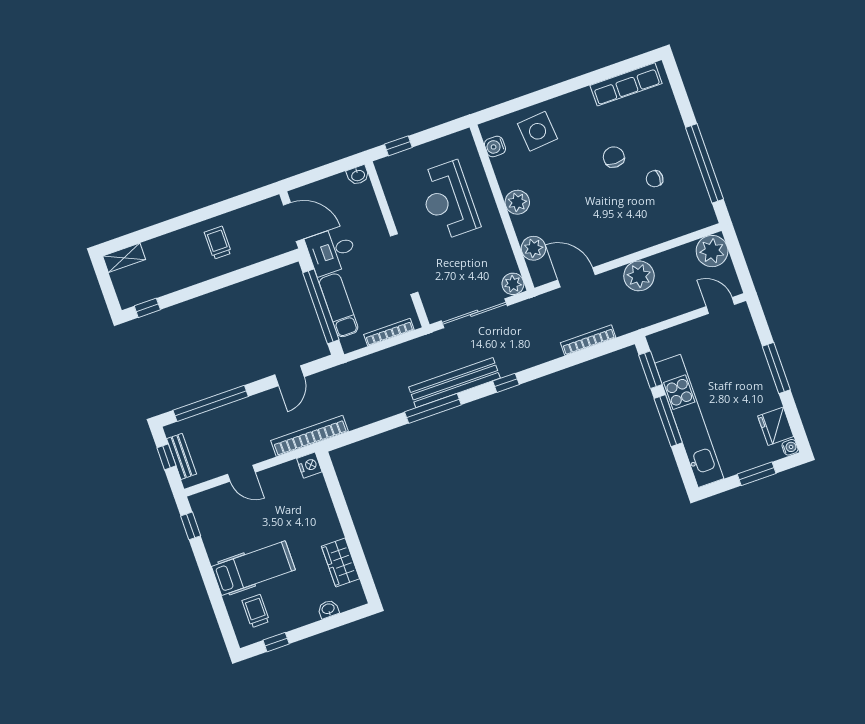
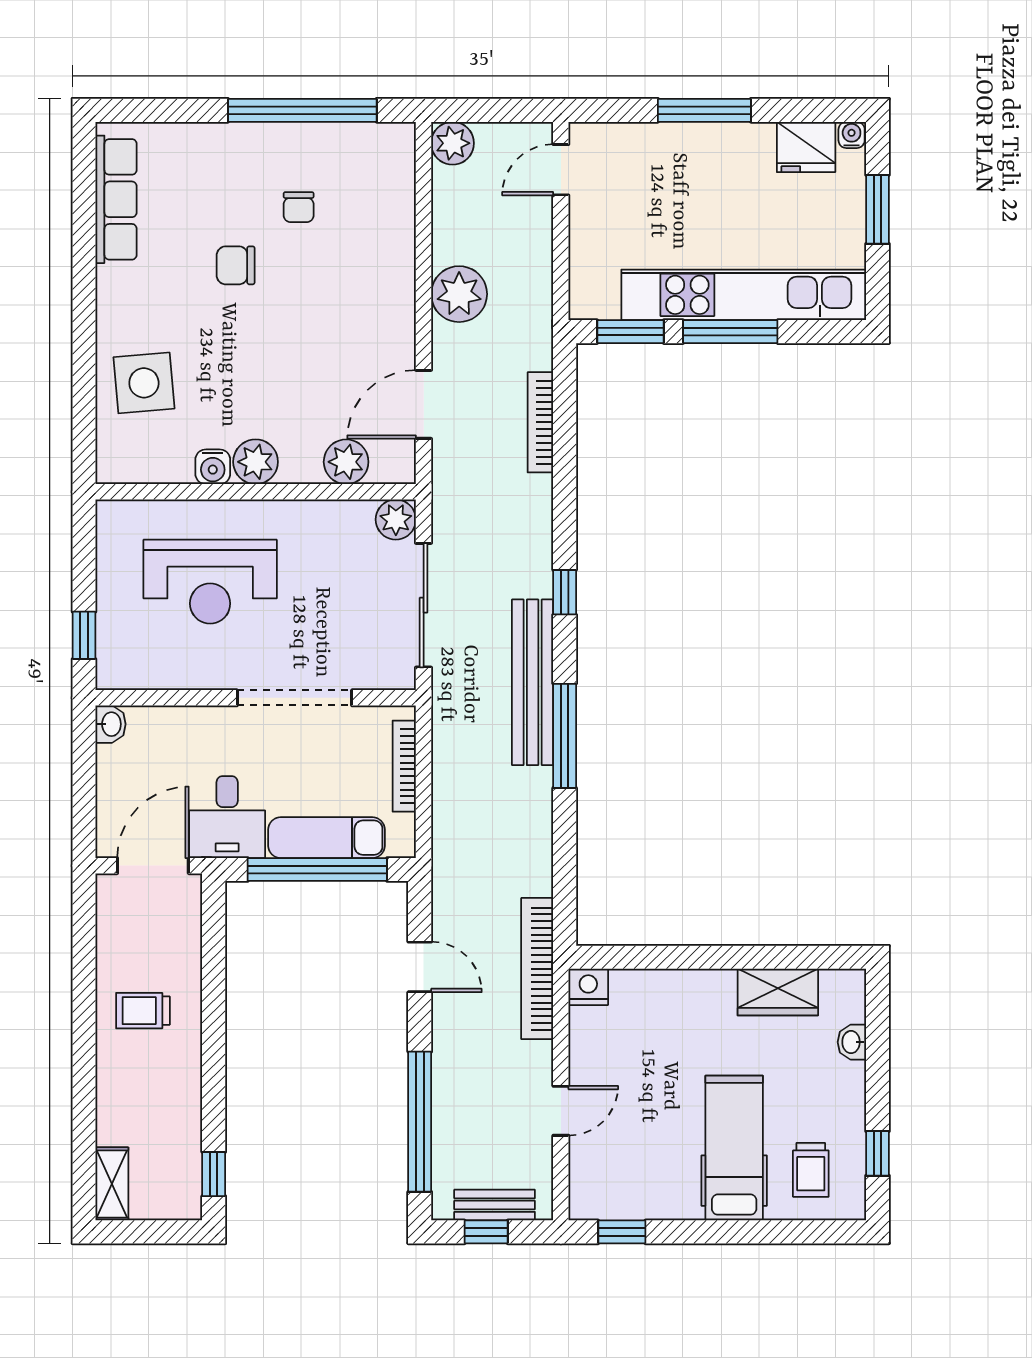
water cooler: (495, 146) -> (213, 467), moved
plant: (712, 251) -> (453, 143), width x0.73, depth x0.73
trolley: (256, 611) -> (811, 1170), turned -90

